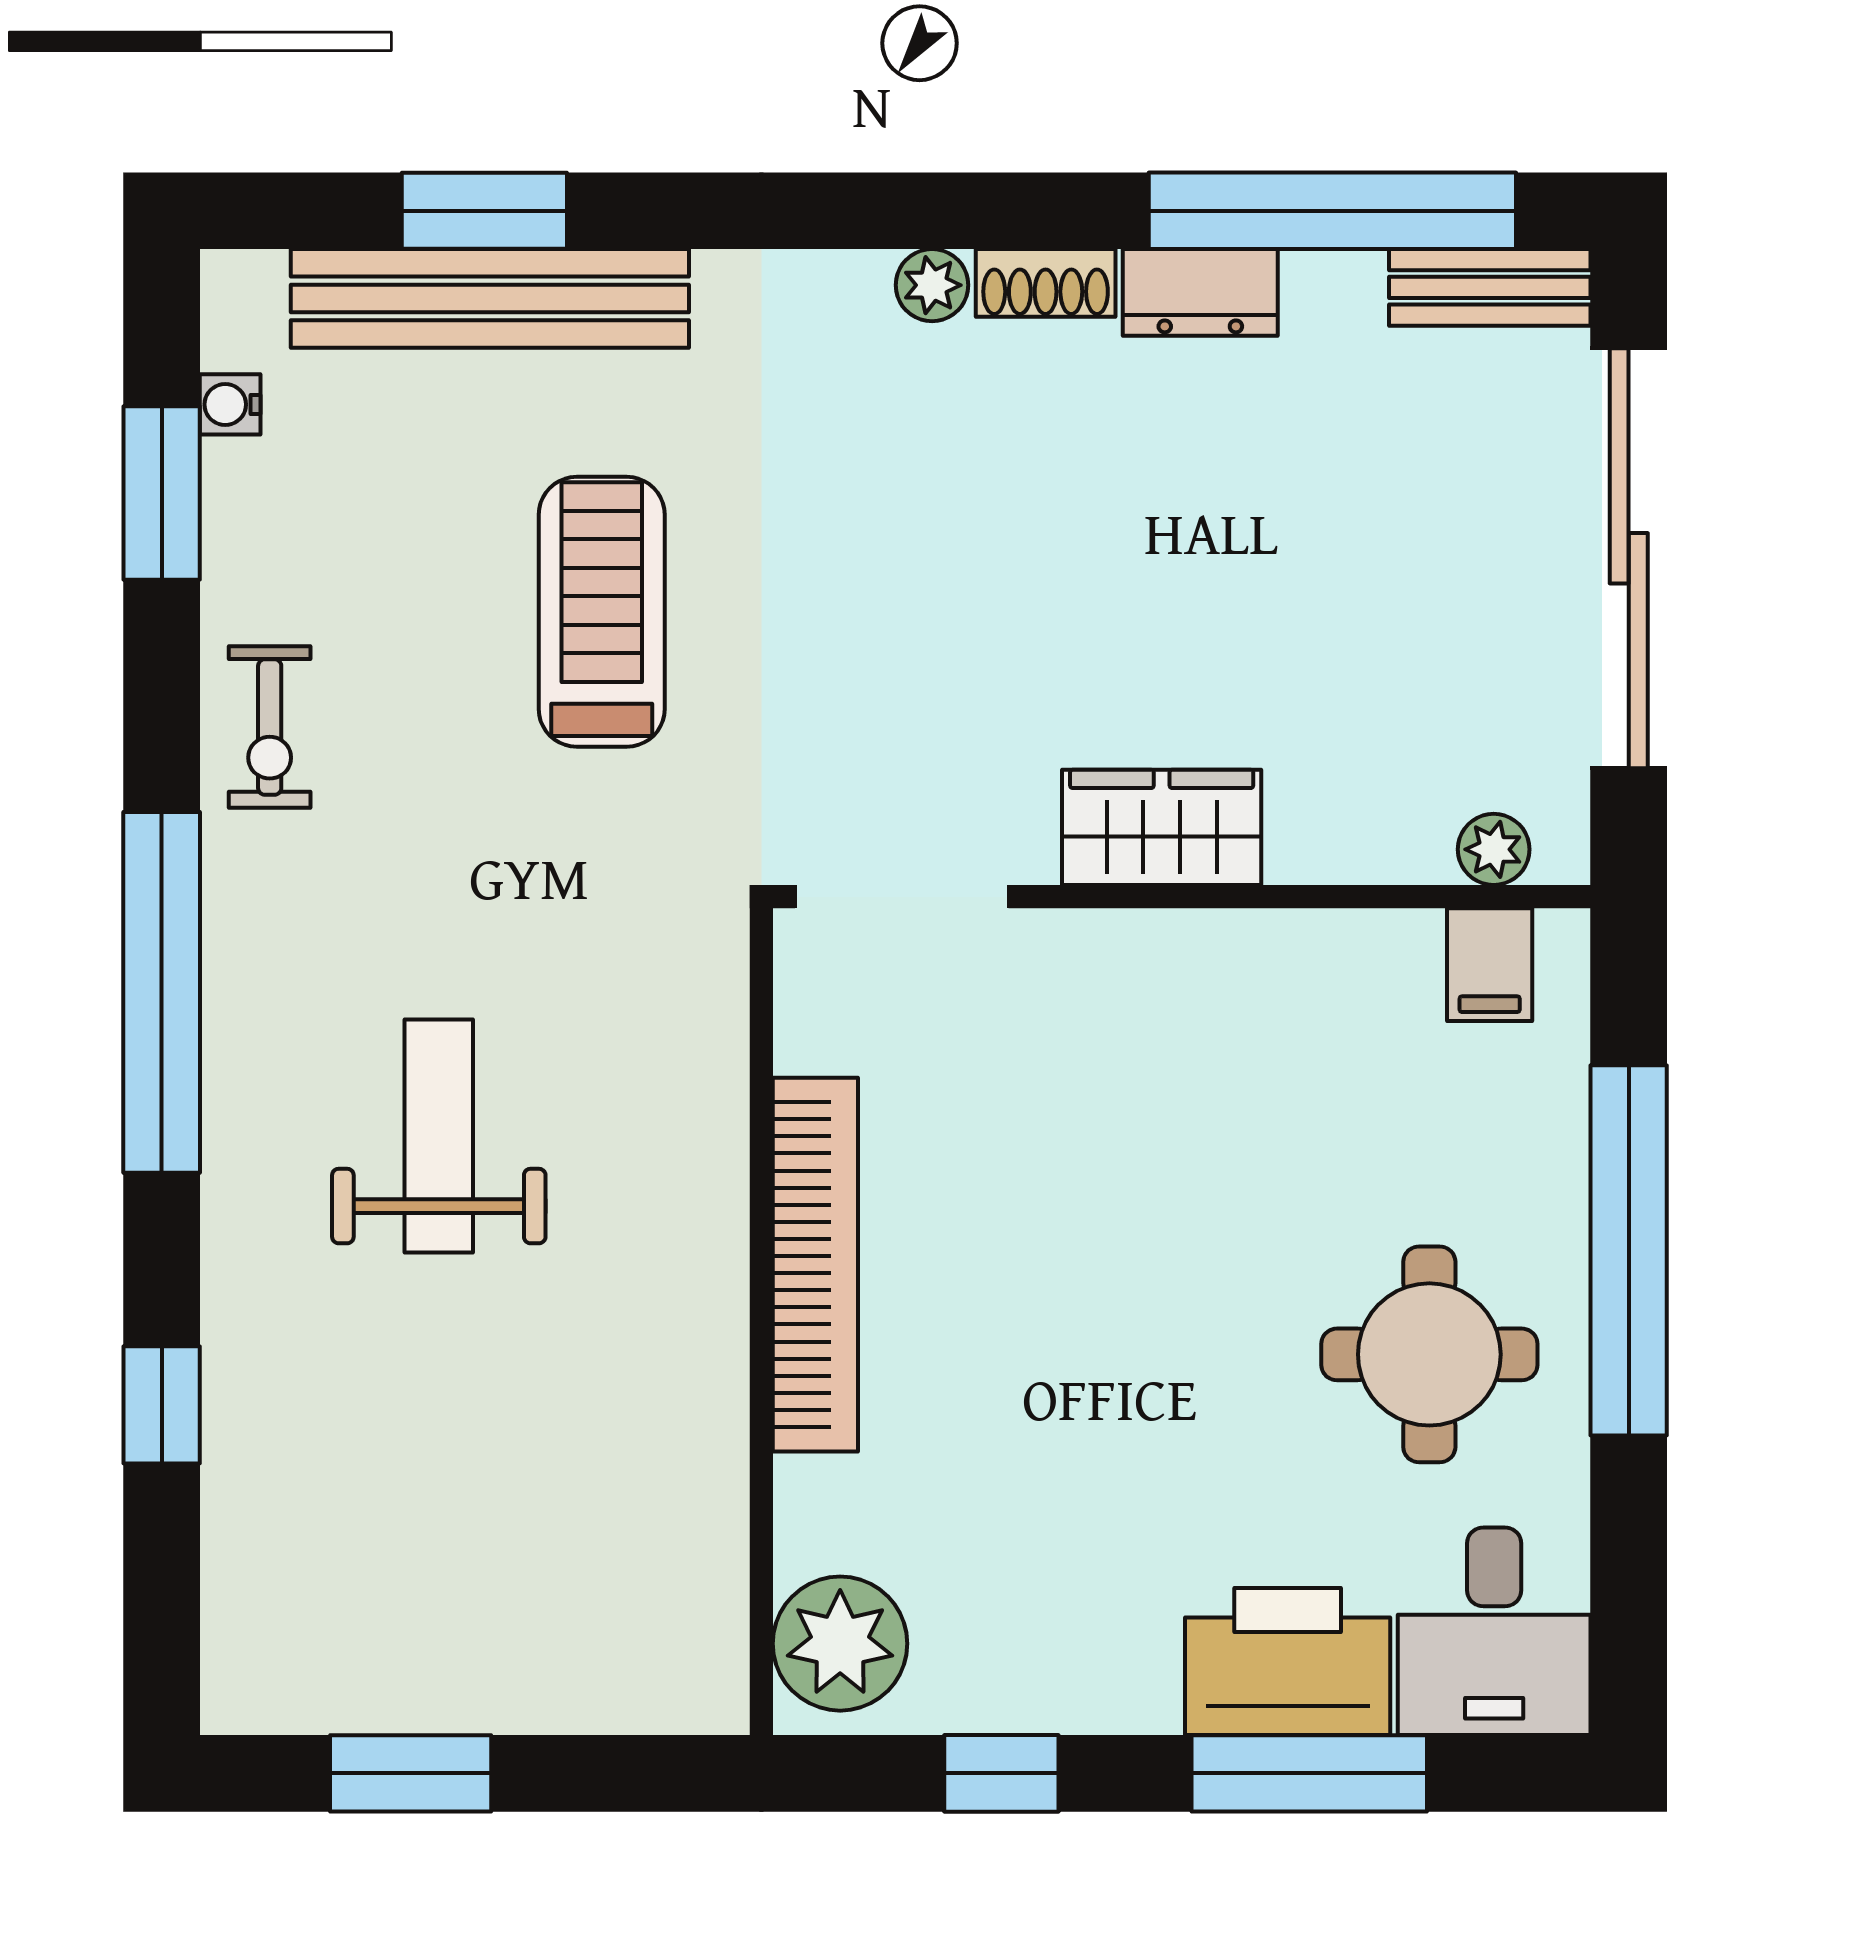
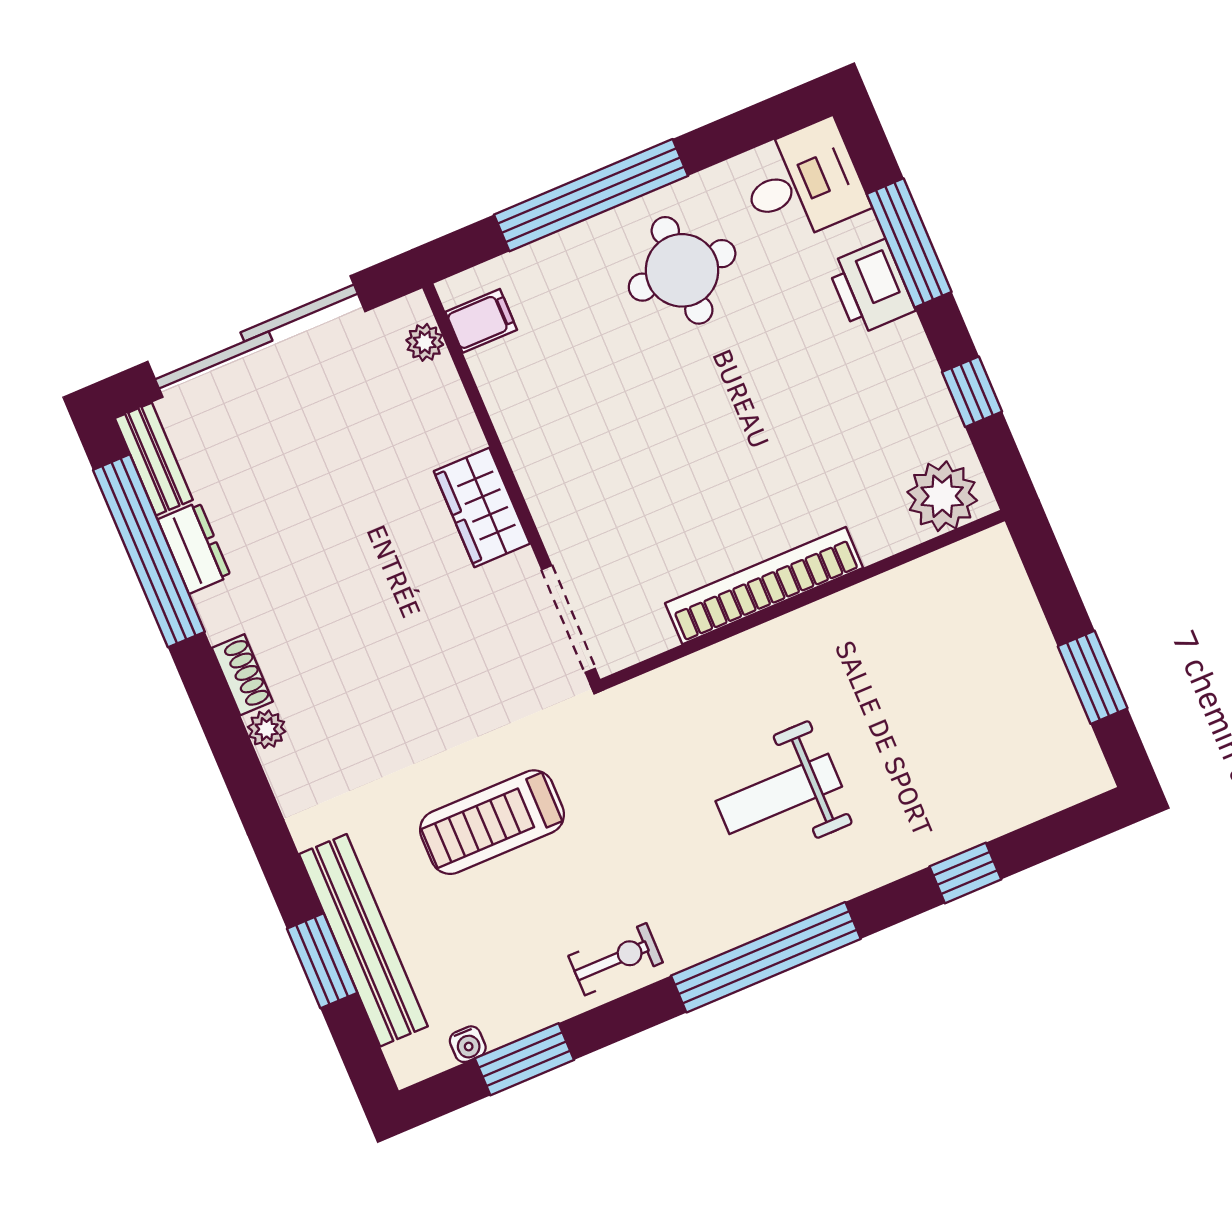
dresser: (1200, 292) -> (194, 548), moved
printer: (1288, 1662) -> (871, 287), width x0.73, depth x0.84

